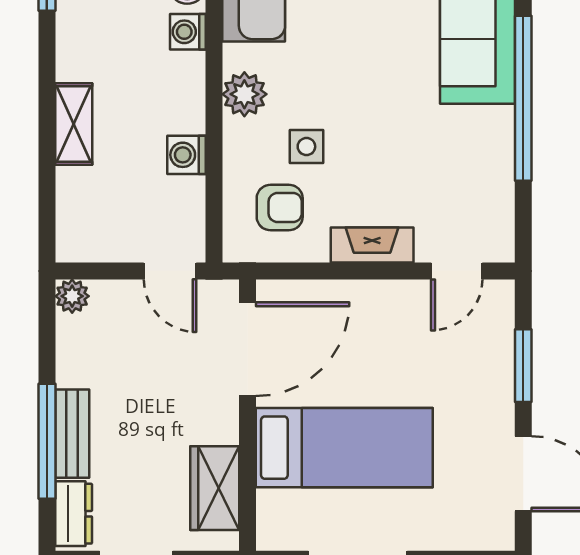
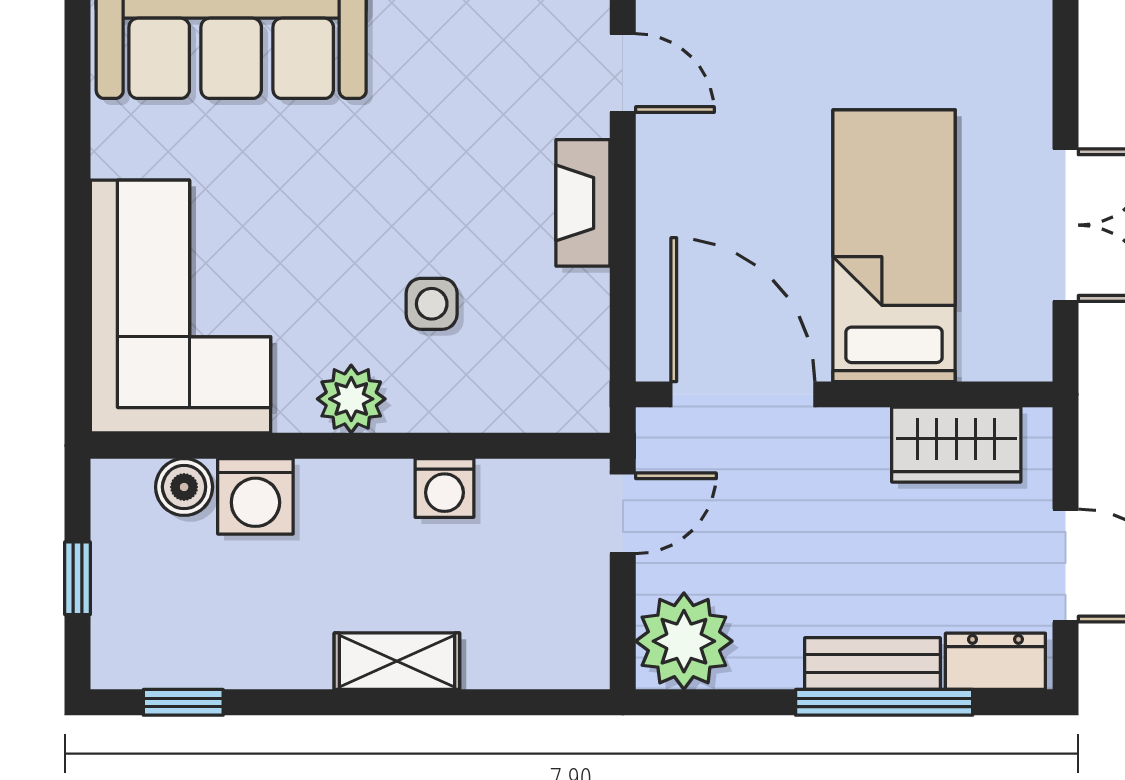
washing machine: (188, 32) -> (255, 496), width x1.38, depth x1.38
armchair: (280, 208) -> (525, 345), removed
plant: (72, 296) -> (684, 641), width x1.88, depth x1.88

